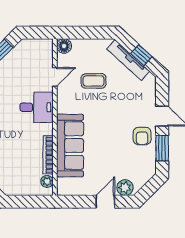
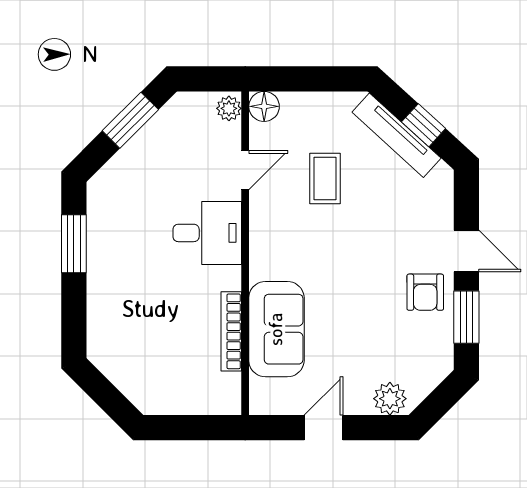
coffee table: (94, 81) -> (325, 179), turned 90
sofa: (70, 146) -> (276, 329), width x0.73
plant: (47, 181) -> (229, 108), moved
door: (105, 202) -> (324, 428), moved

